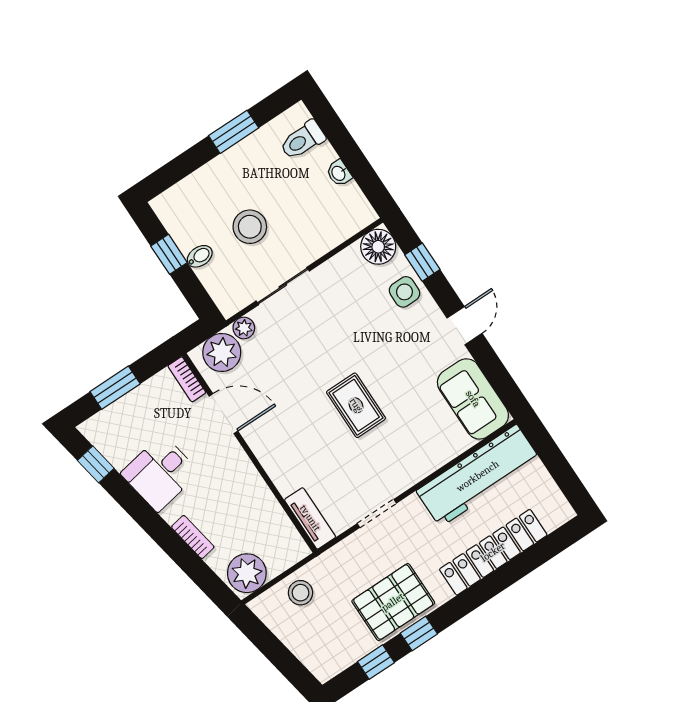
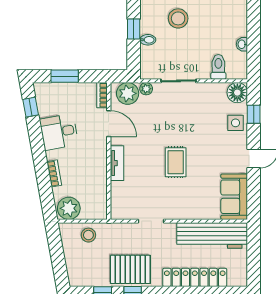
toilet: (303, 140) -> (218, 67), moved, turned 90
stool: (250, 227) -> (178, 18), moved
tv unit: (310, 518) -> (117, 163), moved

